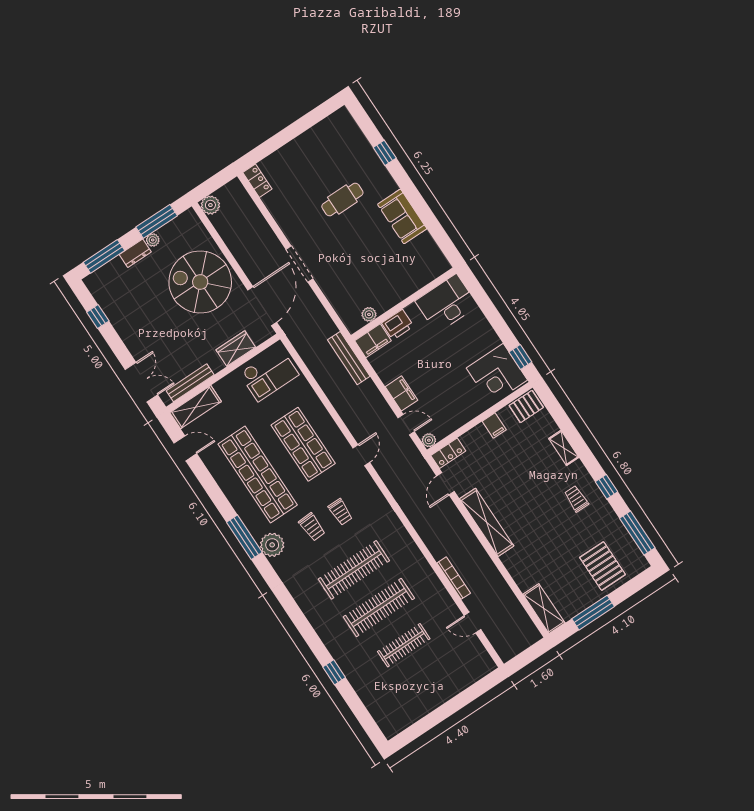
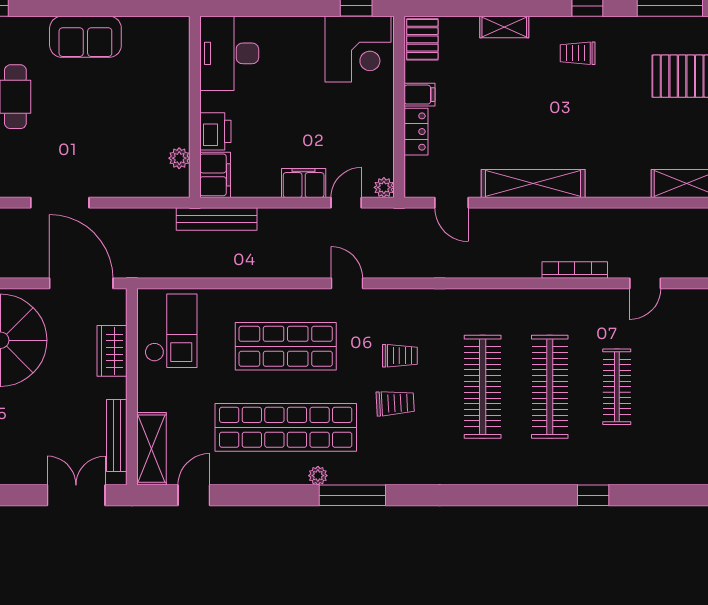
locker: (448, 453) -> (416, 132), moved
plant: (272, 545) -> (318, 476), moved, width x0.53, depth x0.53

